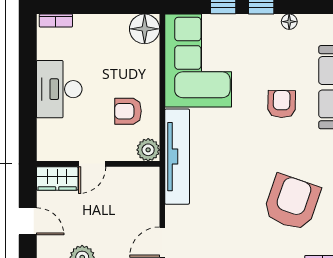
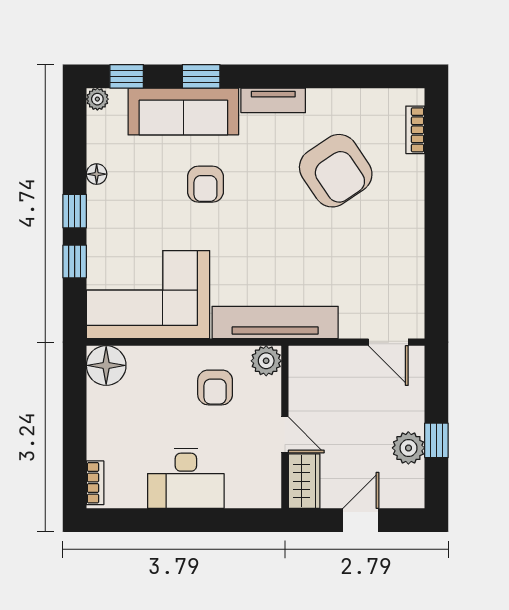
armchair: (282, 104) -> (205, 184), turned -91
armchair: (292, 202) -> (336, 171), turned -143

